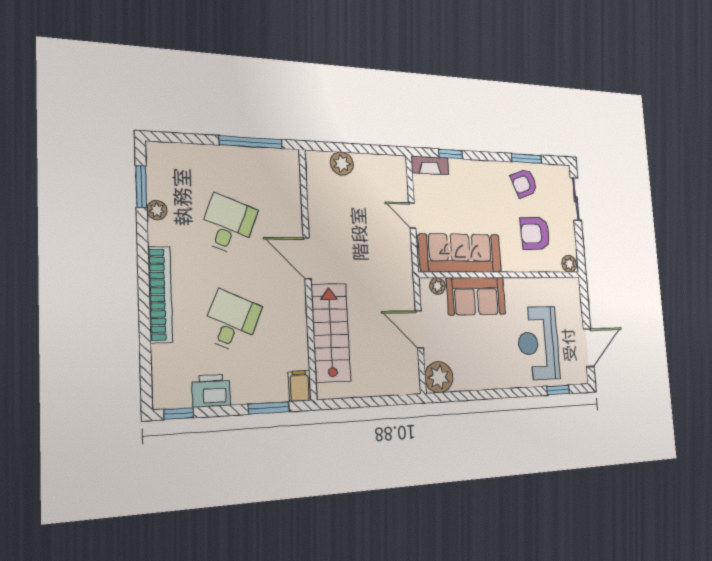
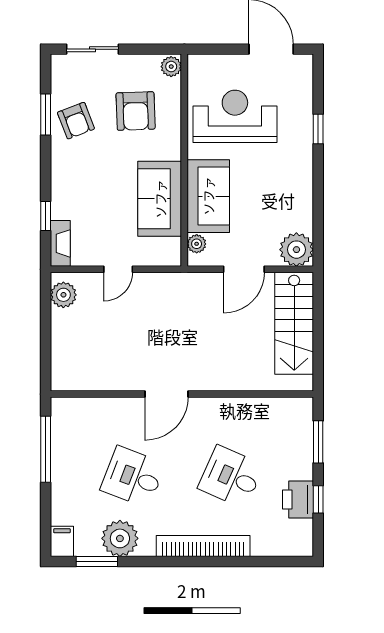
plant: (342, 164) -> (63, 295), moved
plant: (157, 210) -> (120, 538), width x1.88, depth x1.88
sofa: (460, 253) -> (160, 199), width x0.73
stairs: (331, 333) -> (294, 323), moved, turned -90
reception desk: (538, 343) -> (235, 116), moved, turned 180
filing cabinet: (299, 386) -> (62, 541), moved, turned 90
window: (558, 390) -> (318, 129), moved
window: (179, 414) -> (318, 499), moved

